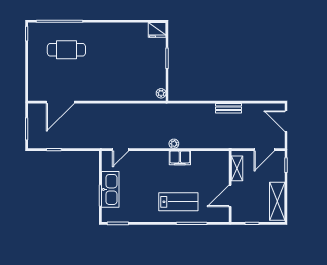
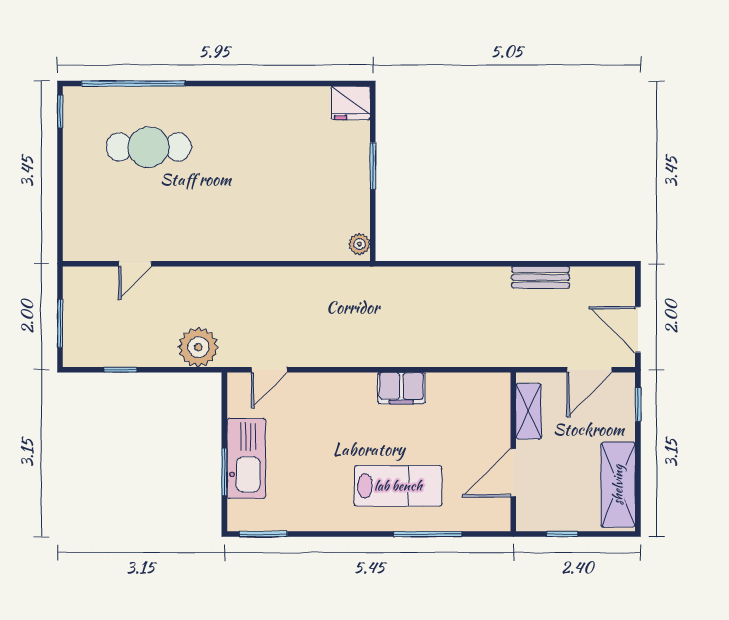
door: (60, 102) -> (135, 264), width x0.53
bench: (229, 108) -> (541, 277), moved
door: (286, 121) -> (638, 330), moved
plant: (174, 144) -> (198, 347), moved, width x1.87, depth x1.87

